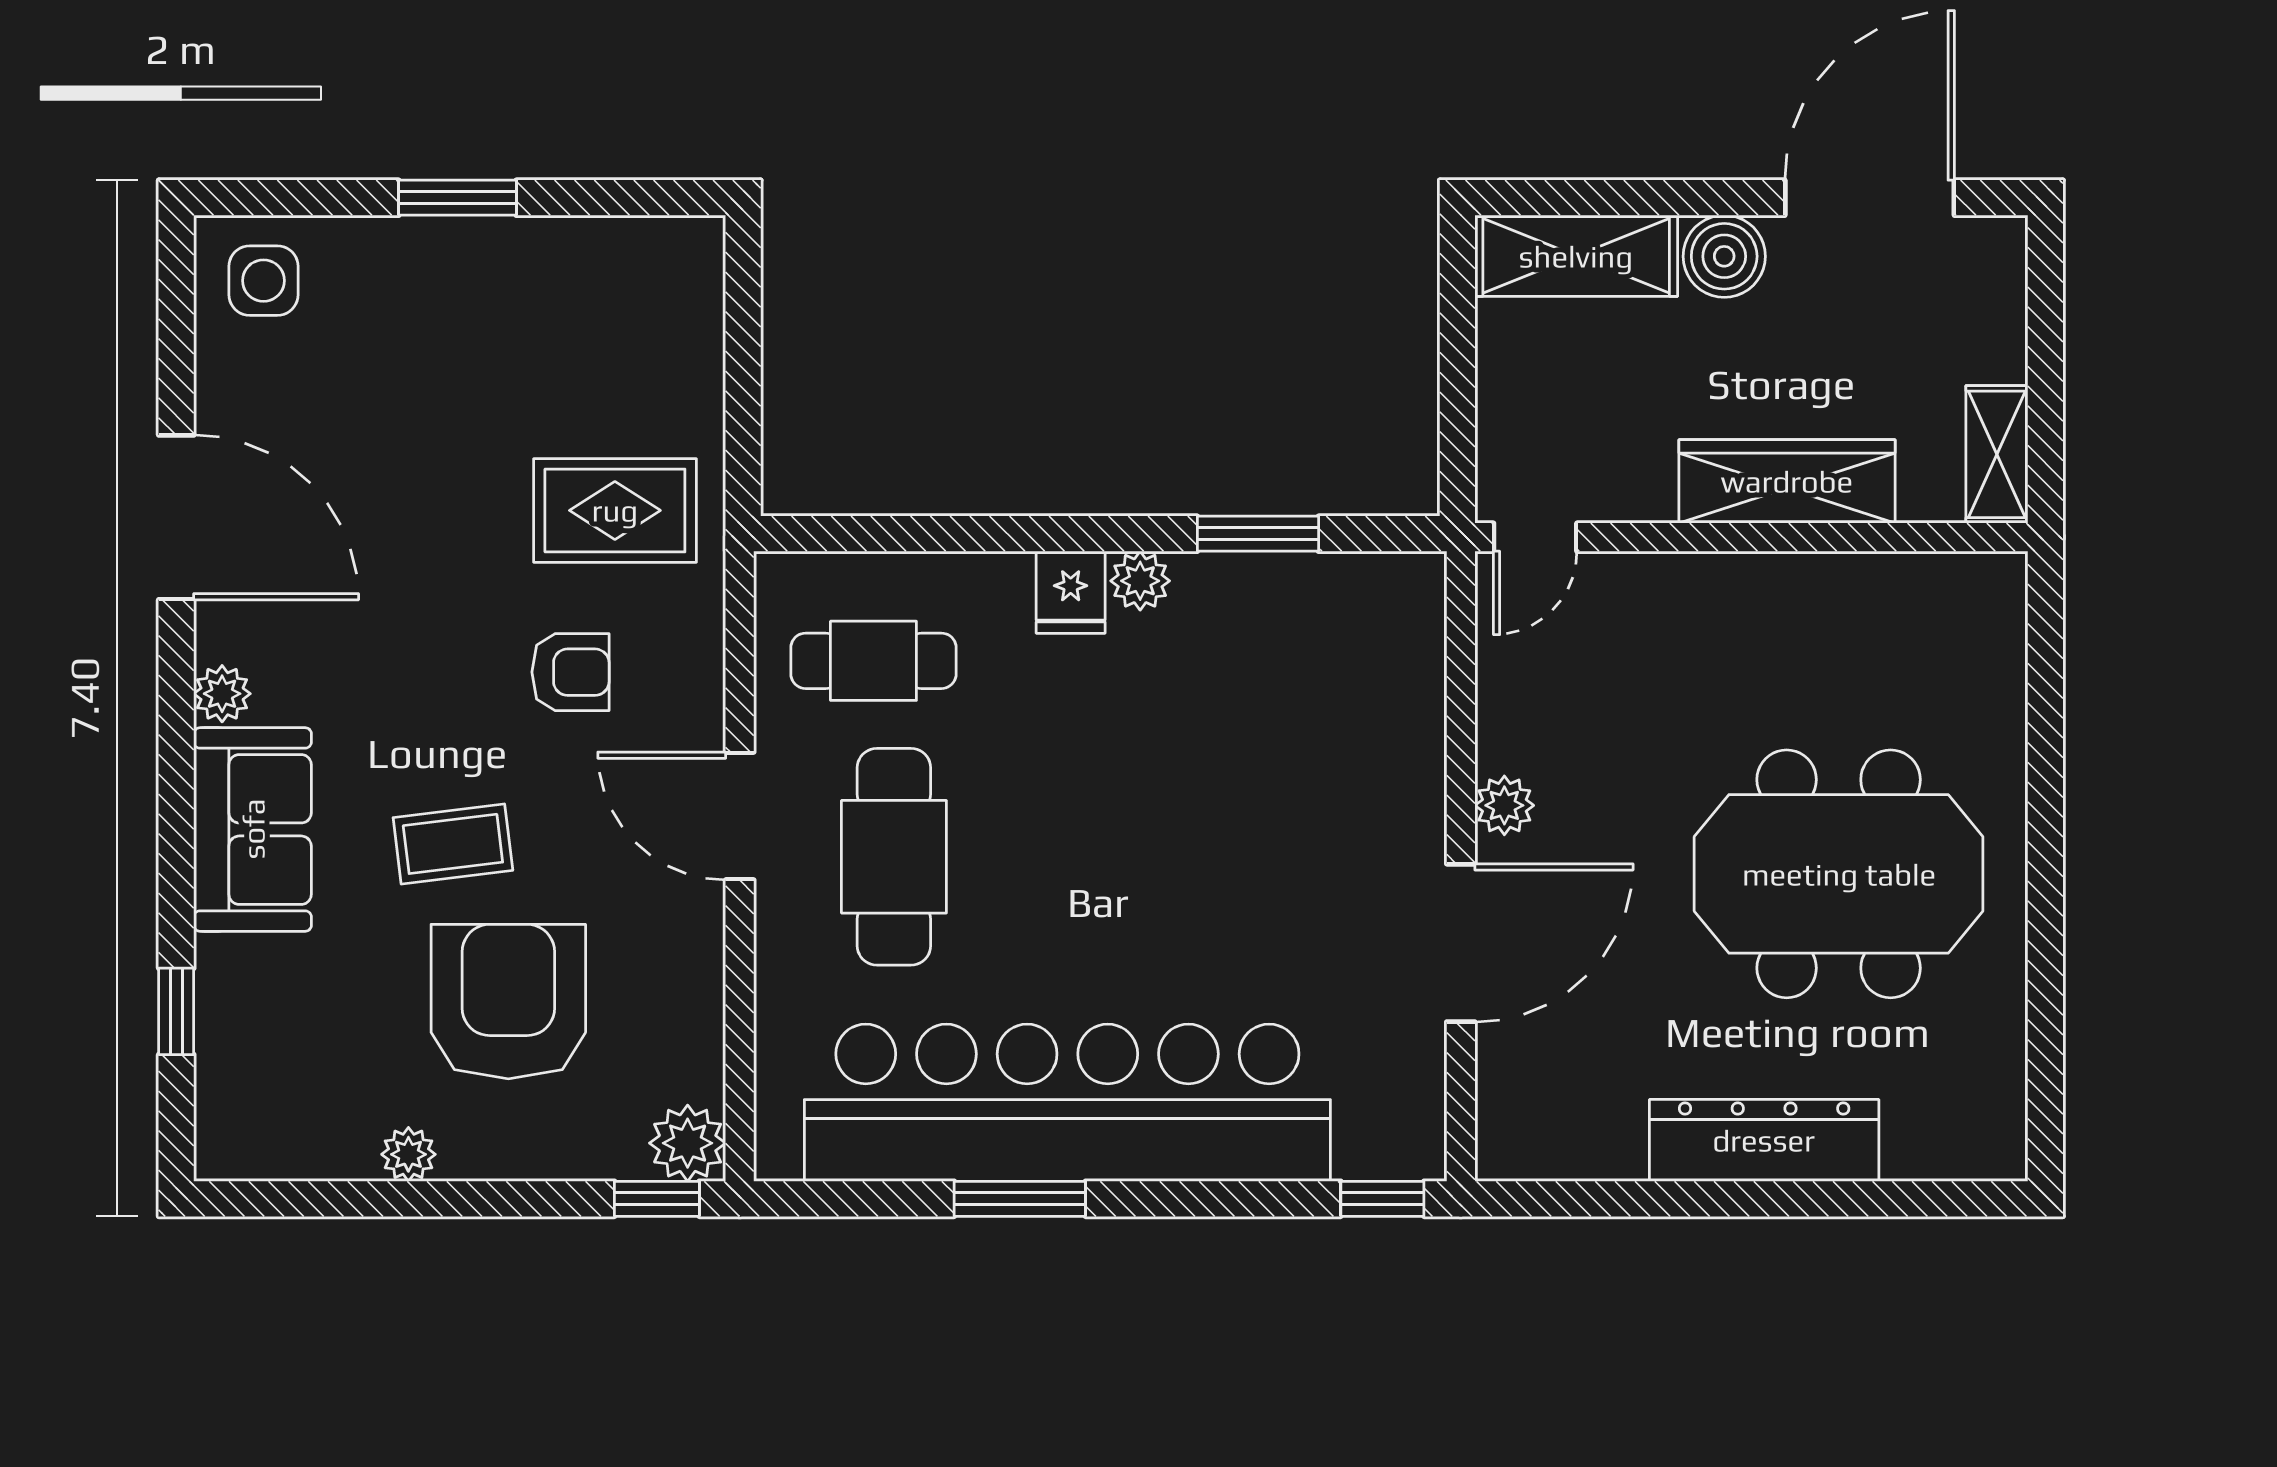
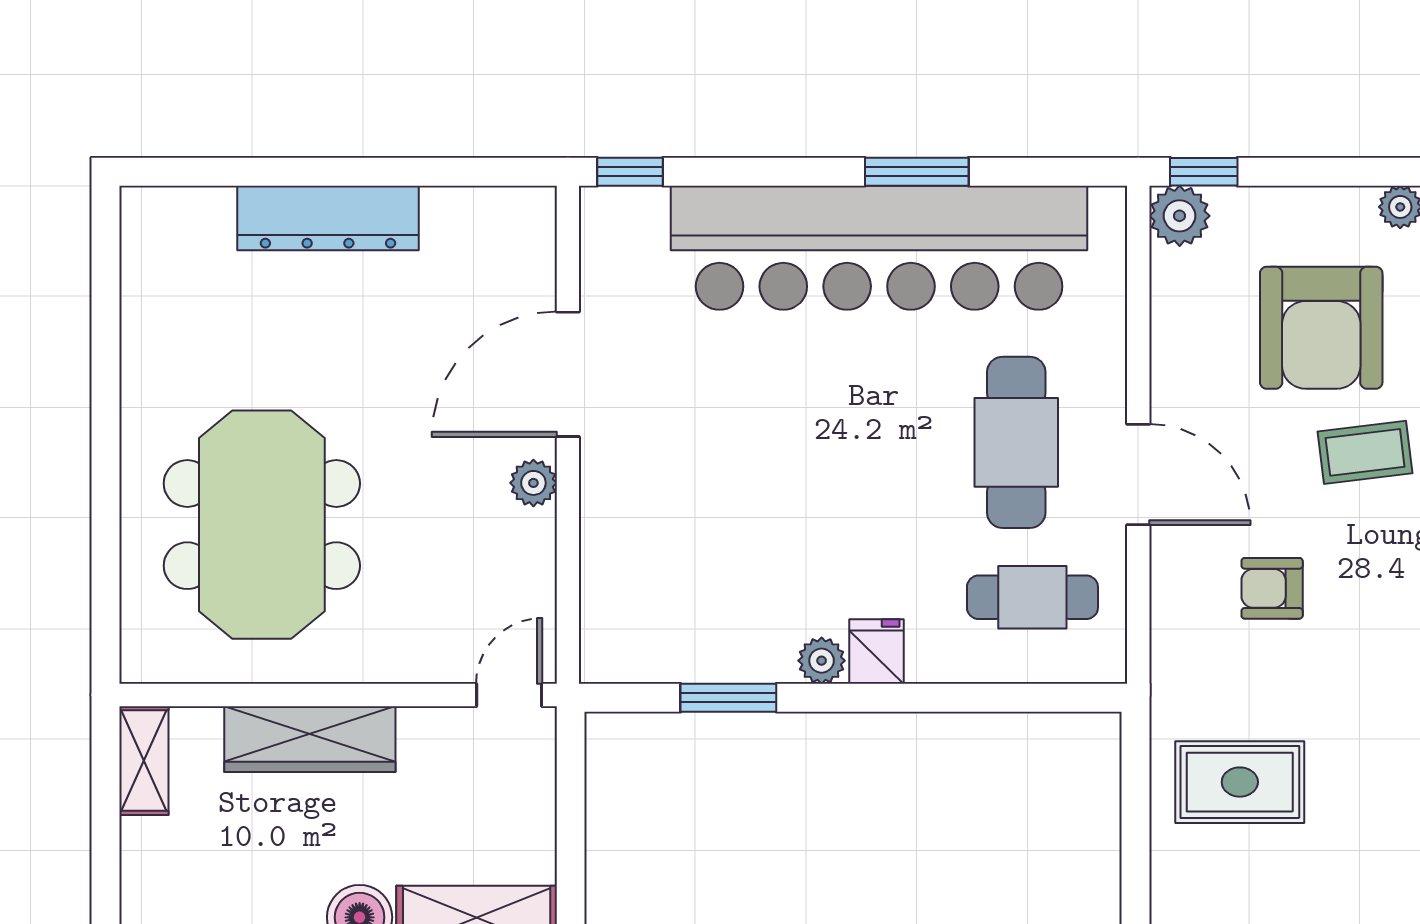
rug: (615, 510) -> (1240, 782), moved
meeting table: (1839, 874) -> (262, 525), moved, turned 90

